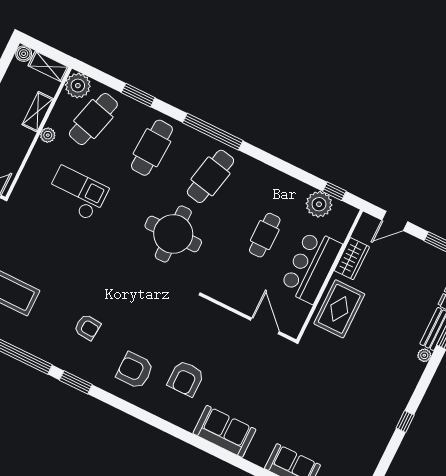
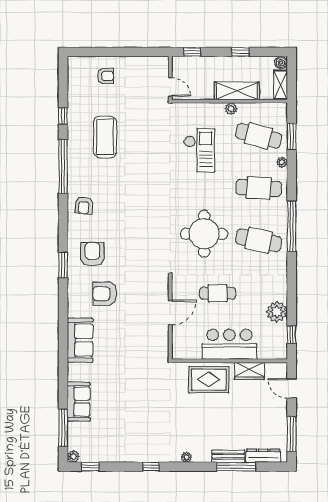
plant: (78, 86) -> (282, 162), moved, width x0.53, depth x0.53
window: (138, 95) -> (292, 137), moved
shelving: (38, 112) -> (237, 91), width x1.50, depth x1.33
plant: (319, 204) -> (277, 312), moved
cafe table: (265, 235) -> (218, 293), moved
door: (265, 326) -> (170, 313), moved
armchair: (87, 327) -> (84, 205), moved
plant: (424, 355) -> (186, 457), moved
window: (76, 382) -> (63, 265), moved

